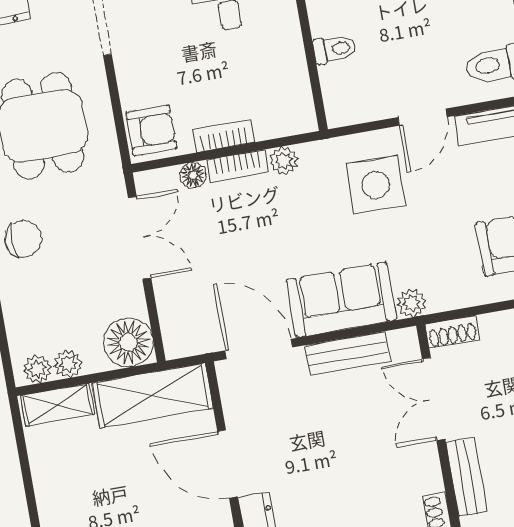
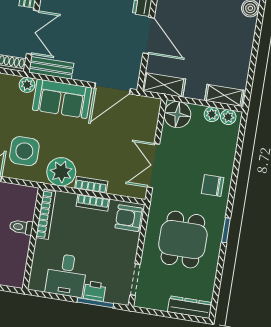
bookcase: (299, 86) -> (46, 214), added
plant: (284, 161) -> (61, 172), width x1.87, depth x1.87
floor lamp: (193, 175) -> (115, 188), removed
door: (259, 349) -> (112, 88), hinge flipped
bench: (347, 353) -> (51, 68), moved
shelving: (153, 395) -> (164, 85), width x0.67, depth x0.75

